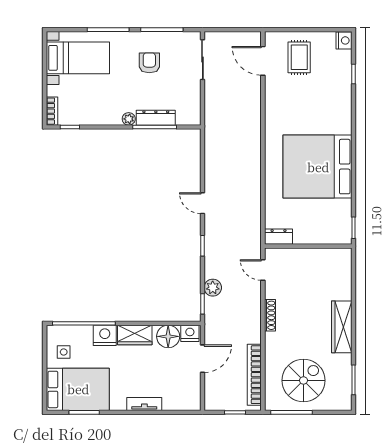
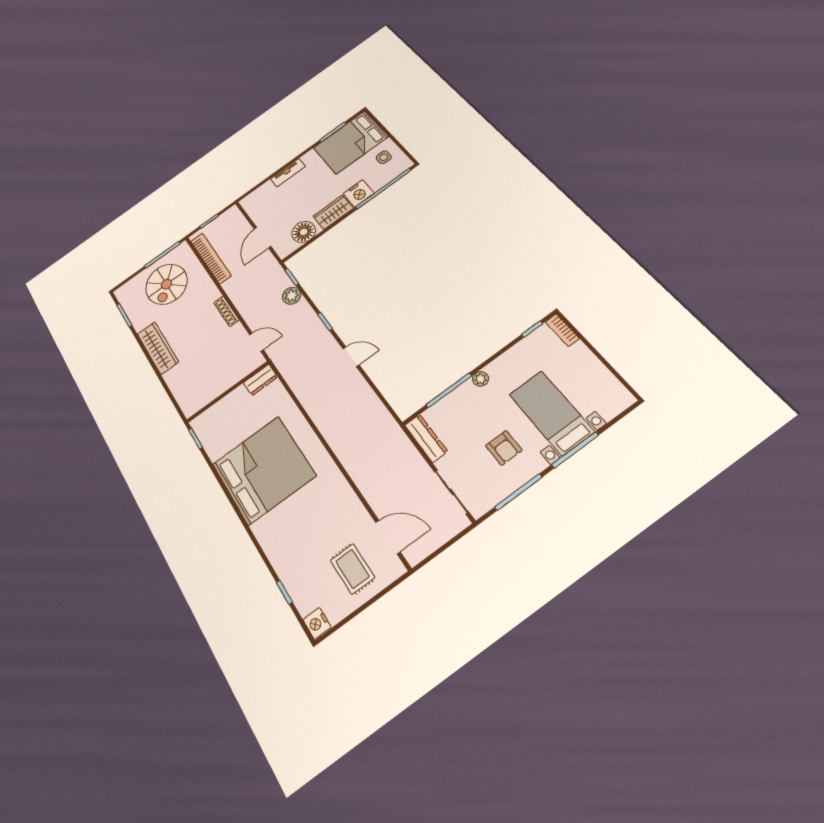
bed with nightstands: (78, 58) -> (551, 413), moved, turned 90
dresser: (156, 118) -> (426, 438), moved, turned -90
nightstand: (190, 333) -> (287, 248), removed

